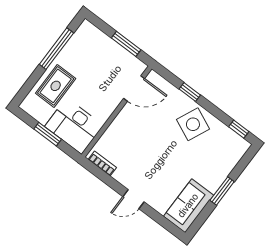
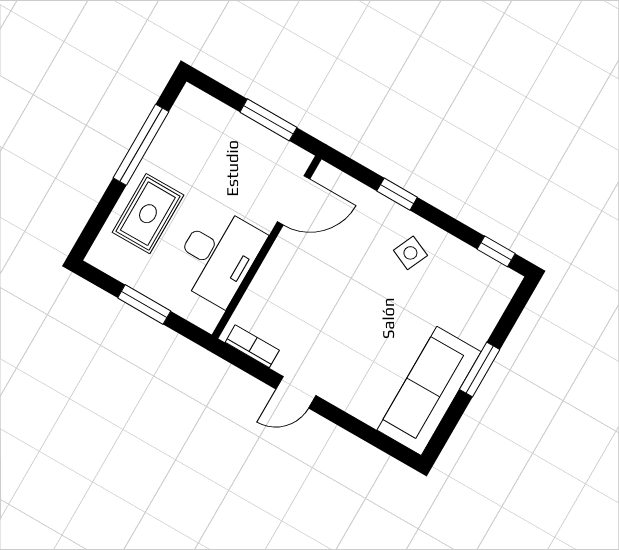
side table: (193, 124) -> (410, 253), width x0.54, depth x0.54
desk: (74, 126) -> (218, 256), moved, turned -90
door: (134, 199) -> (296, 392), moved
sofa: (189, 206) -> (429, 391), width x1.36

